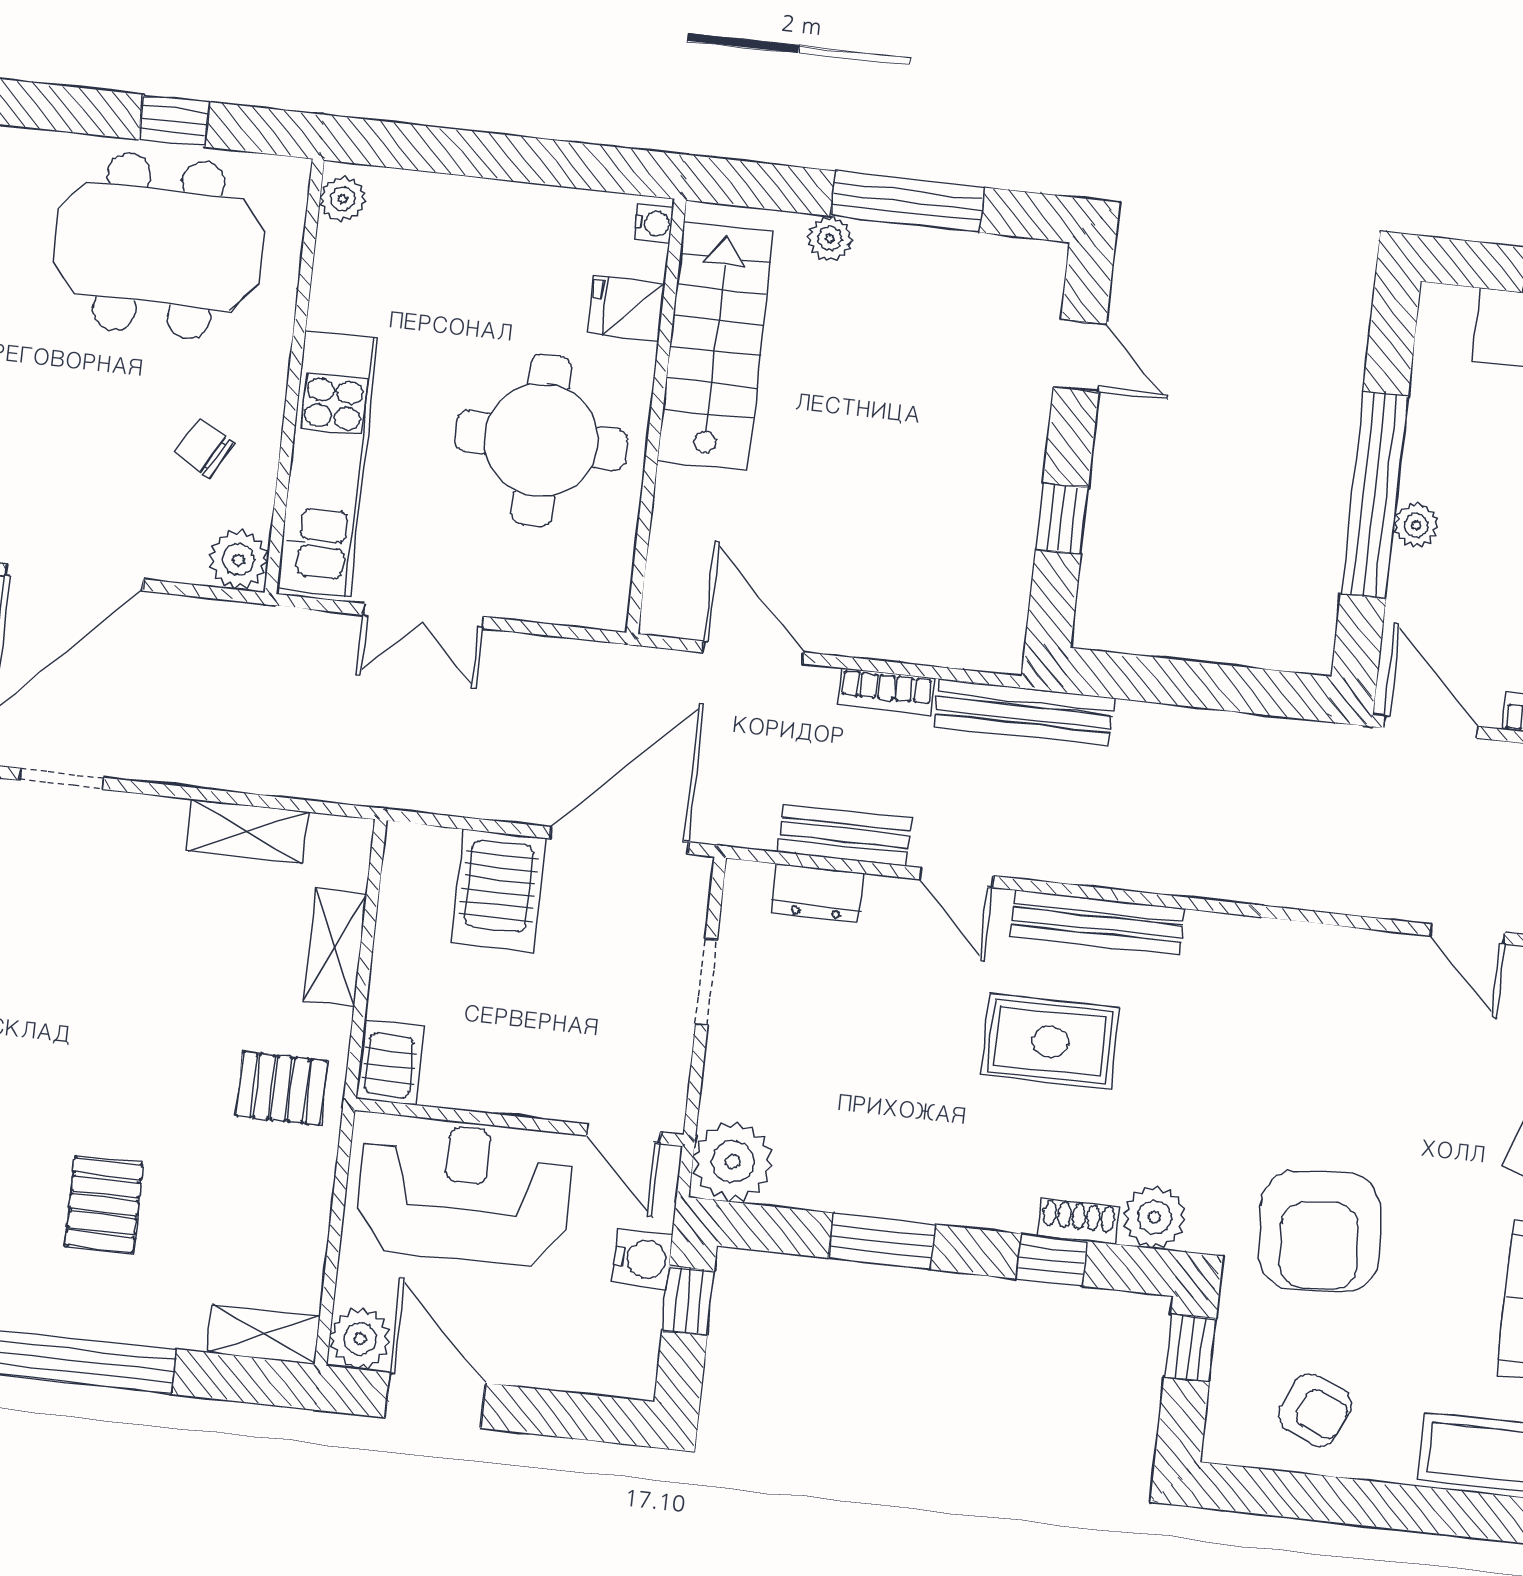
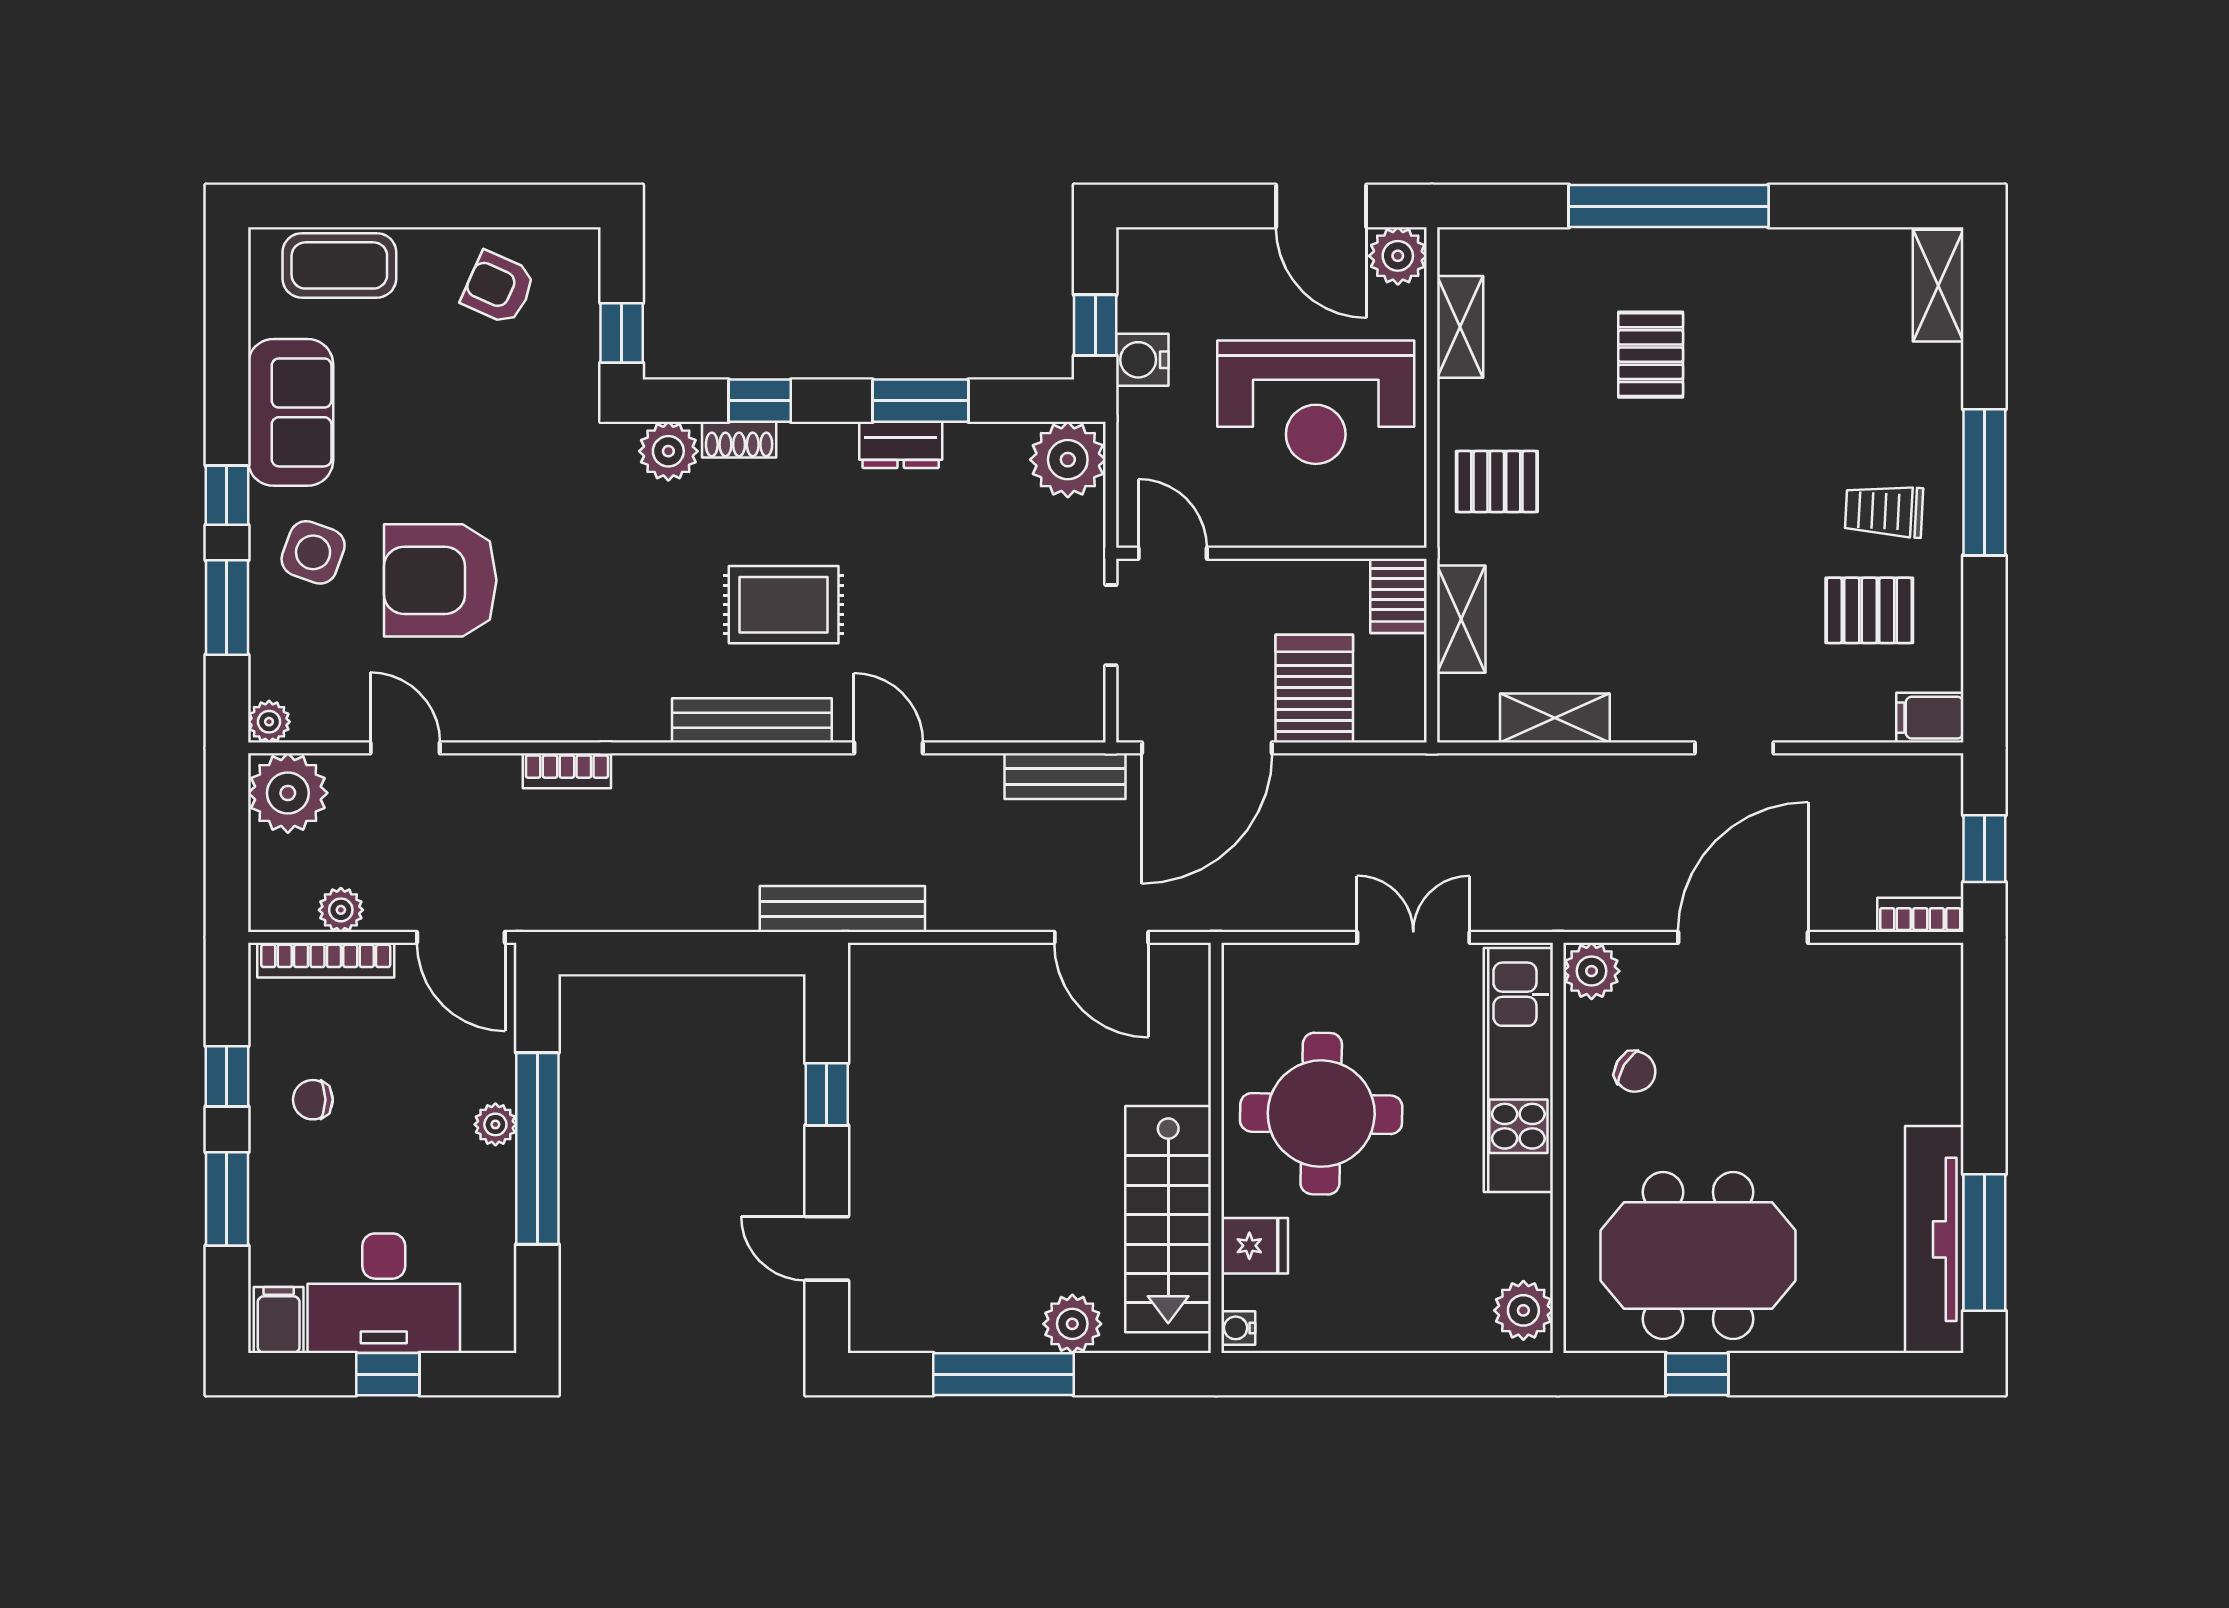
plant: (343, 199) -> (1523, 1310), width x1.38, depth x1.38
plant: (830, 238) -> (1072, 1324), width x1.38, depth x1.38
bookcase: (886, 692) -> (567, 771), moved, turned 180
bench: (845, 835) -> (1065, 776), moved
dresser: (818, 893) -> (901, 445), moved, turned 180
server rack: (390, 1062) -> (1398, 596), moved
wall: (519, 1122) -> (1271, 553), moved
door: (624, 1134) -> (1173, 553), moved
armchair: (1320, 1231) -> (440, 580), moved, turned -86
shelving: (264, 1334) -> (1460, 327), moved, turned 90

